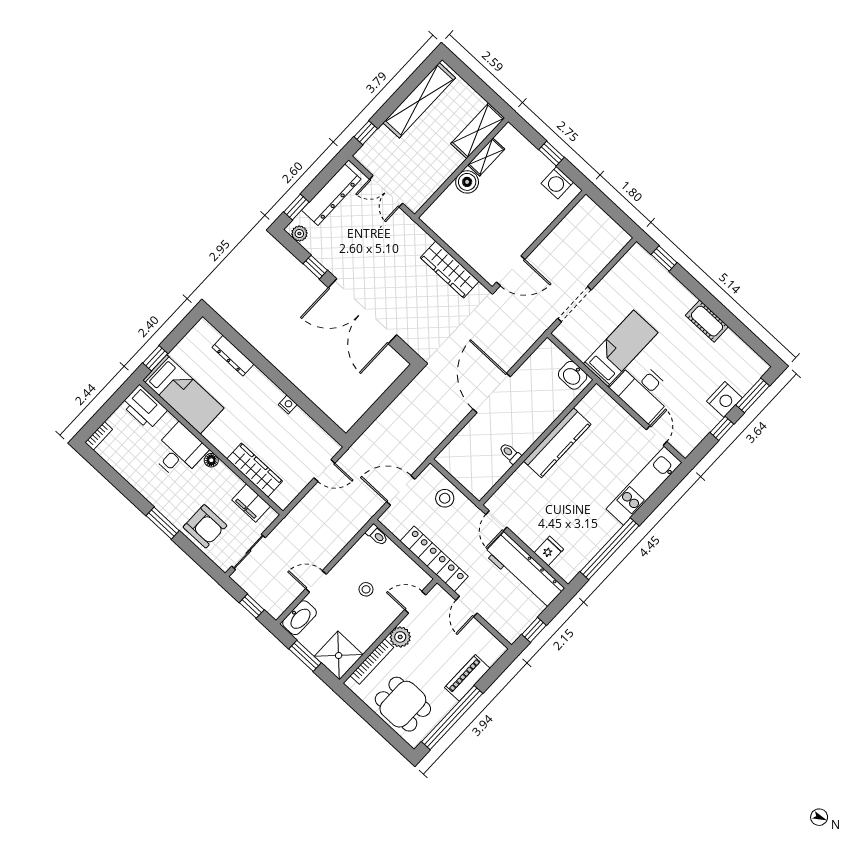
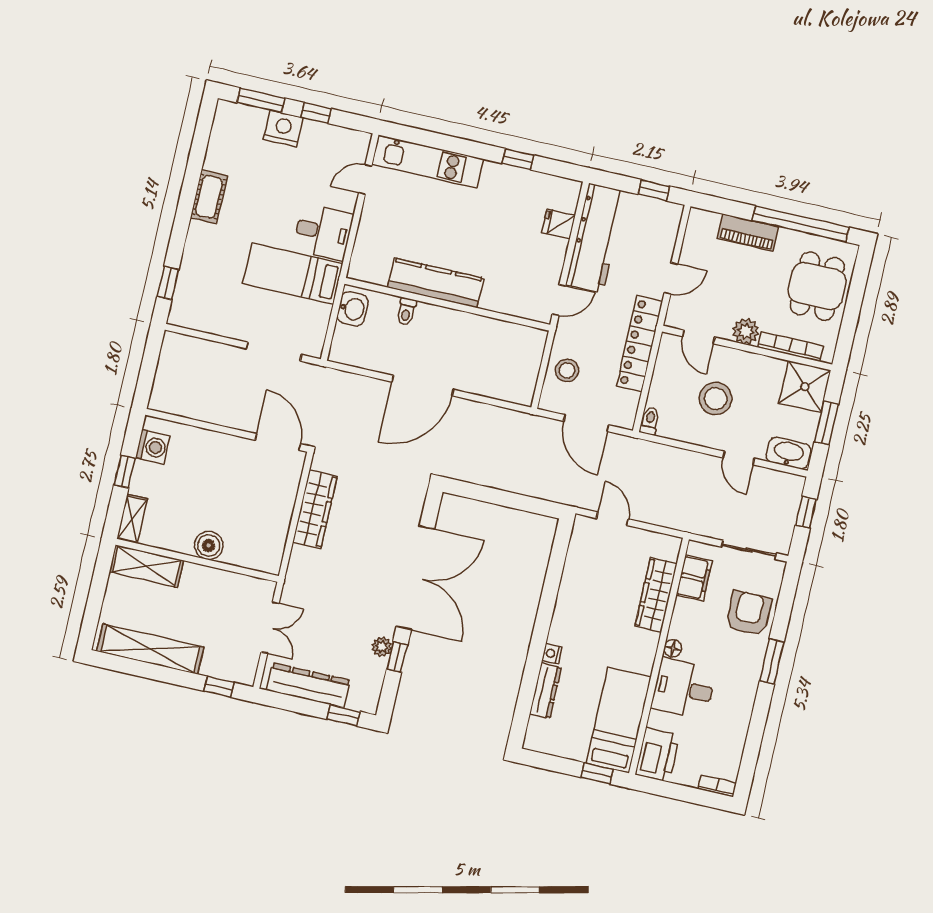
shelving: (486, 157) -> (132, 519), moved, turned 90
plant: (299, 234) -> (382, 647), moved
desk: (643, 391) -> (323, 232), width x0.73
nightstand: (288, 405) -> (552, 654), moved
toilet: (510, 453) -> (406, 312), moved
window: (610, 549) -> (518, 159), width x0.32
stool: (366, 589) -> (716, 399), width x1.89, depth x1.89

